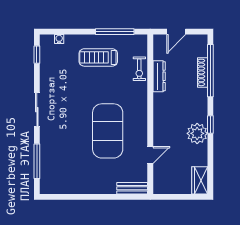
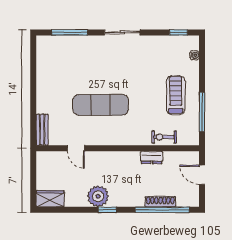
dresser: (159, 76) -> (152, 157), width x0.70
exercise mat: (108, 131) -> (101, 105), width x0.68

